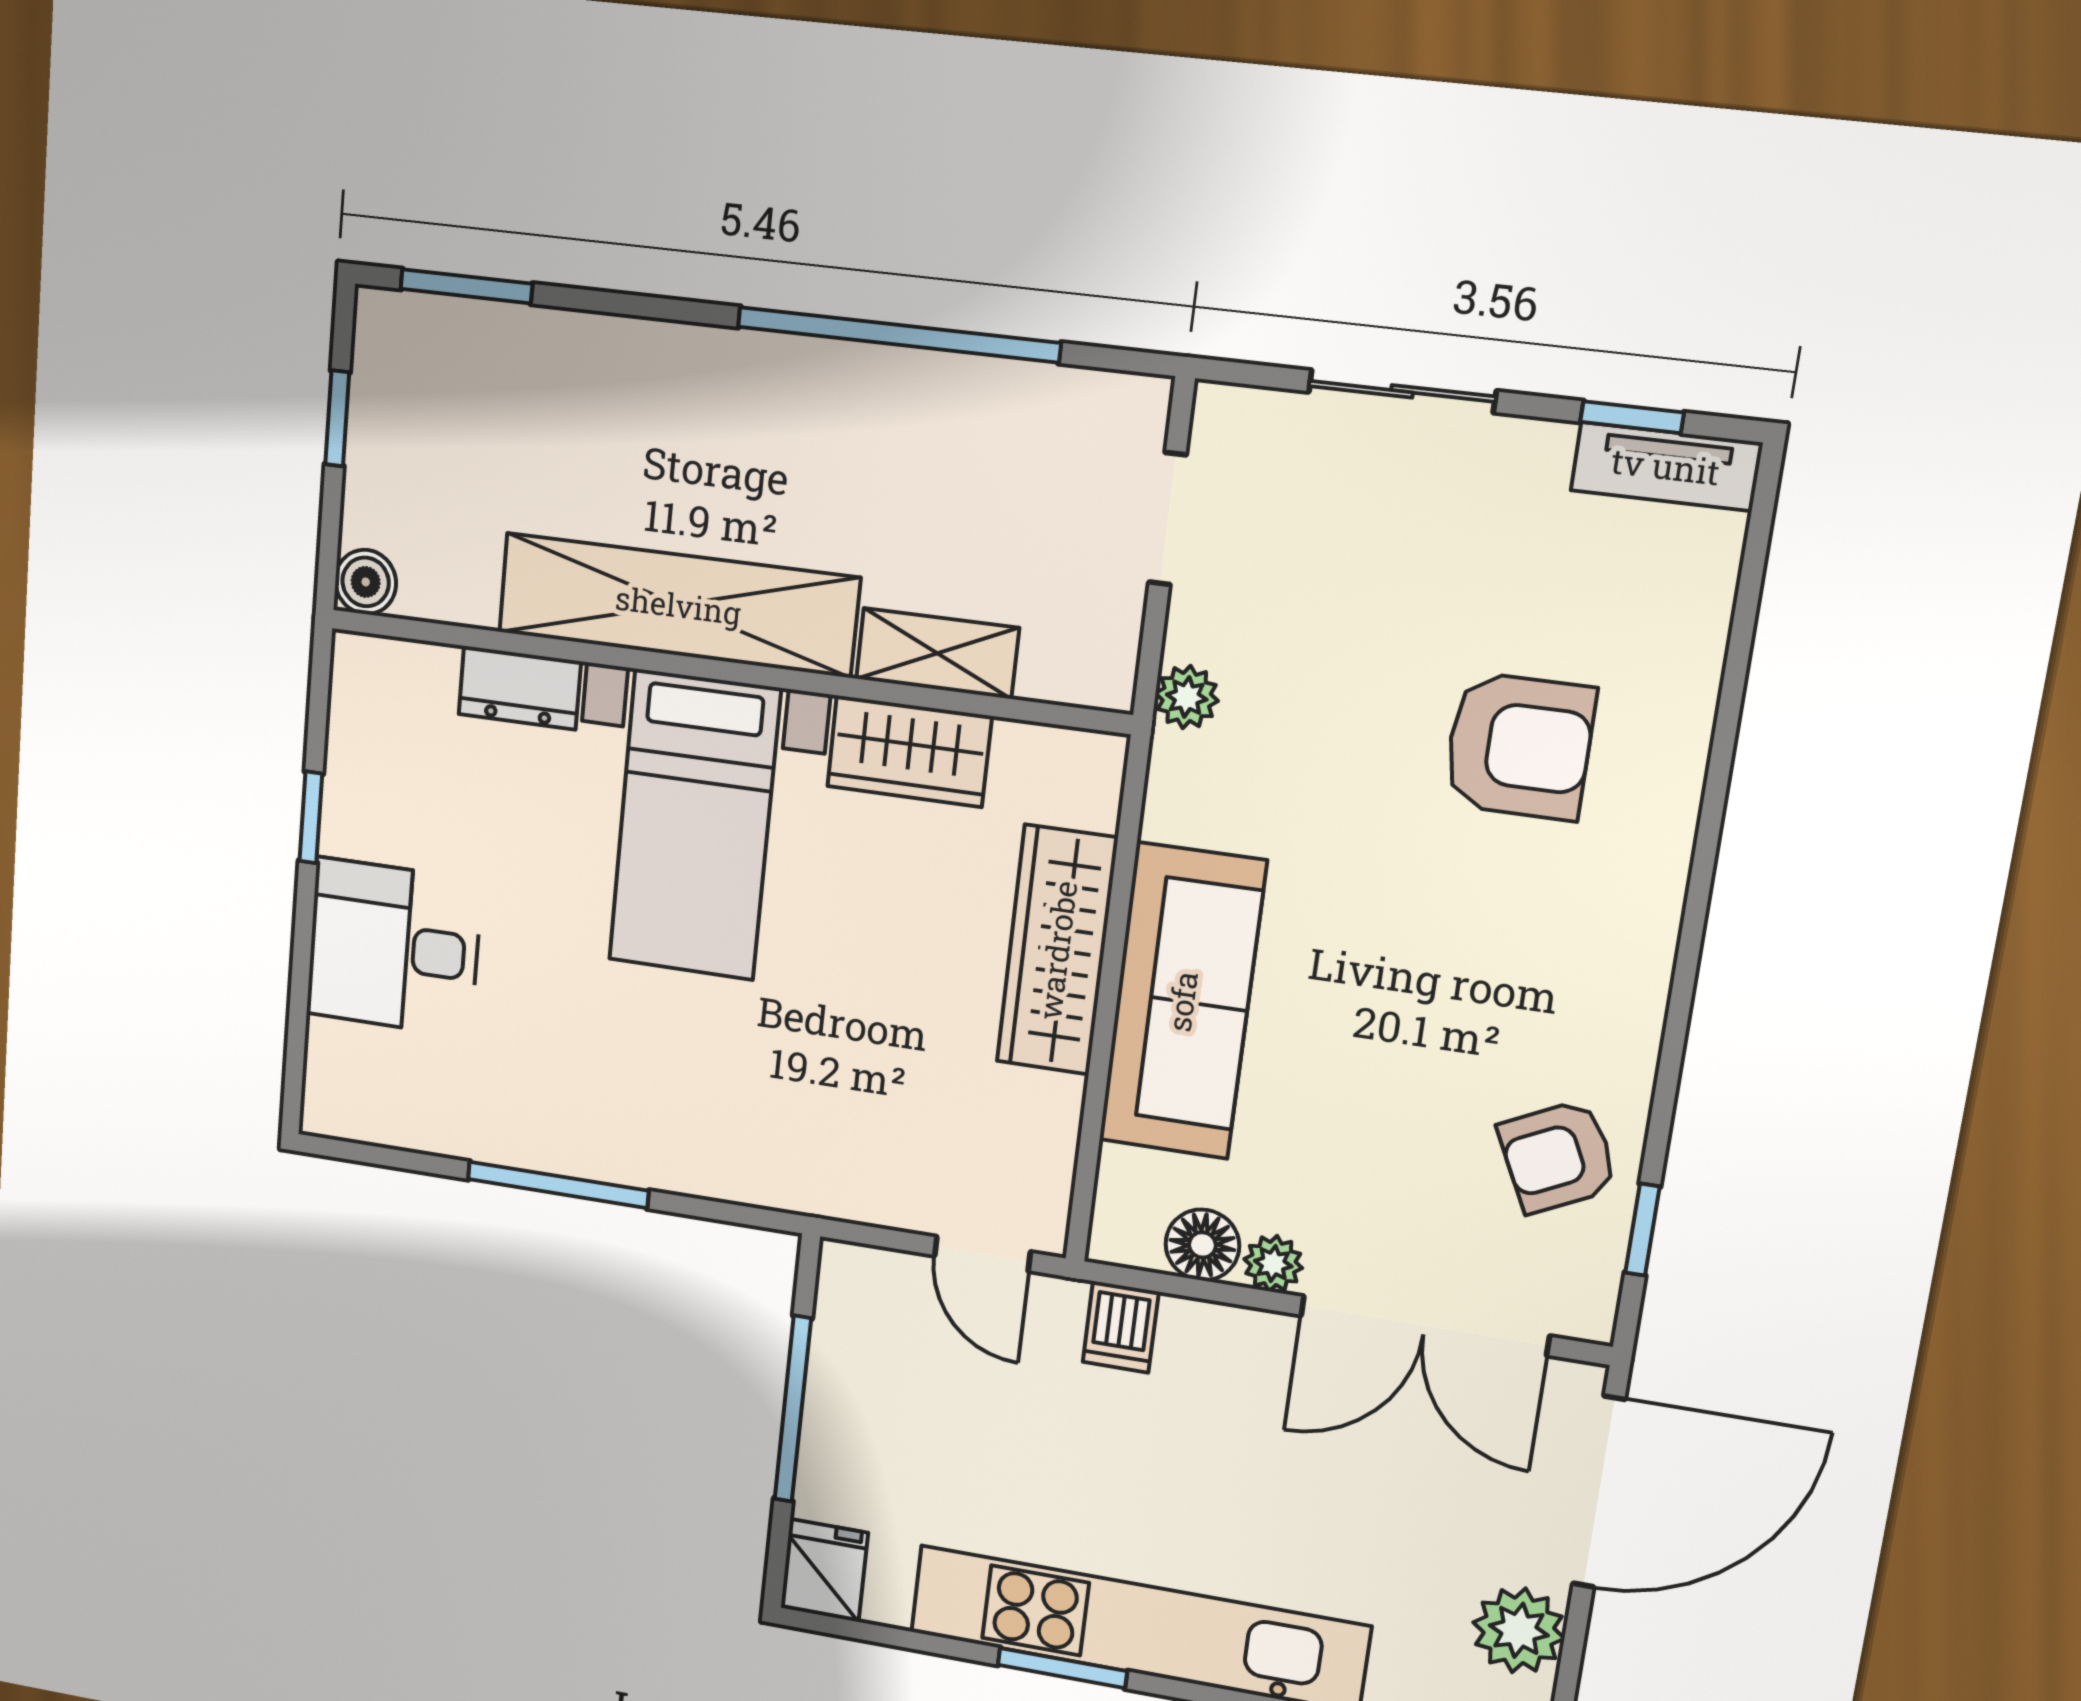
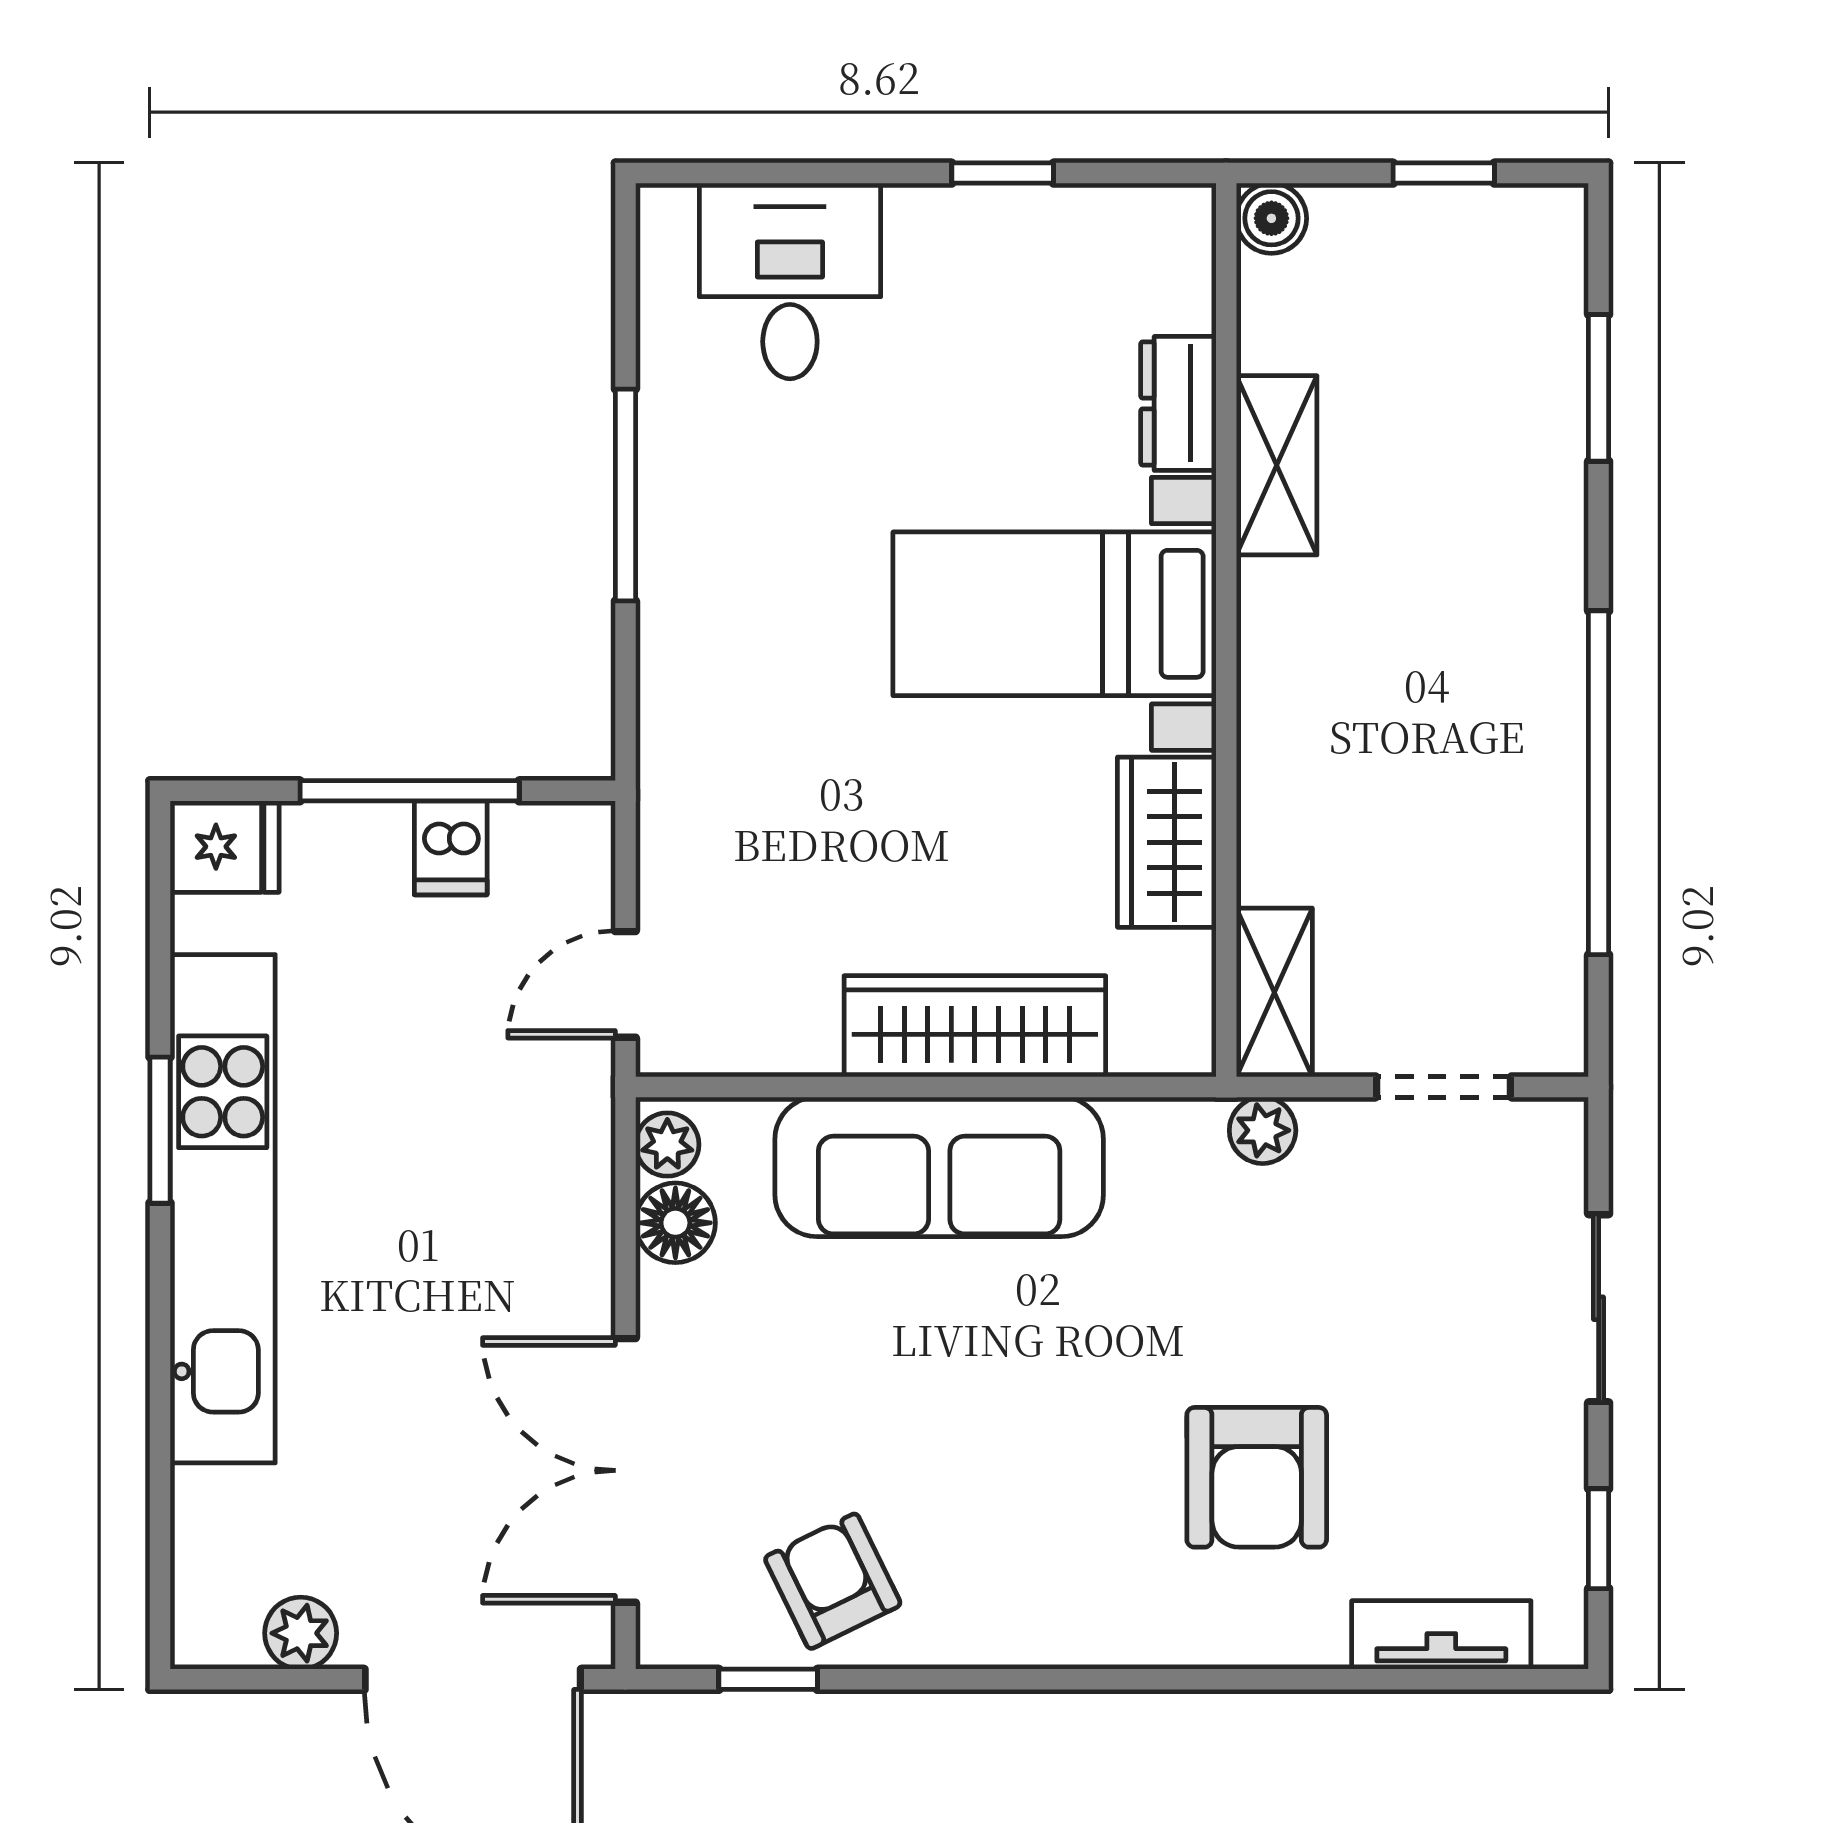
window: (466, 286) -> (1599, 388), moved
tv unit: (1666, 466) -> (1441, 1635), moved, turned 90
shelving: (678, 605) -> (1277, 465), width x0.45, depth x0.75
shelving: (937, 653) -> (1274, 992), moved
desk: (394, 947) -> (790, 281), moved
plant: (1273, 1264) -> (667, 1145), moved
dishwasher: (1121, 1327) -> (451, 848), moved, turned -90
plant: (1519, 1630) -> (301, 1633), width x0.73, depth x0.73

